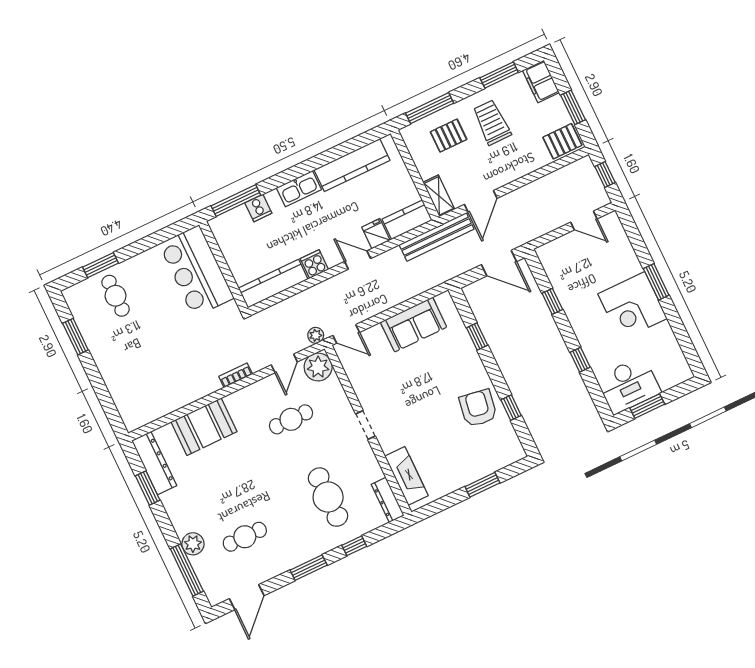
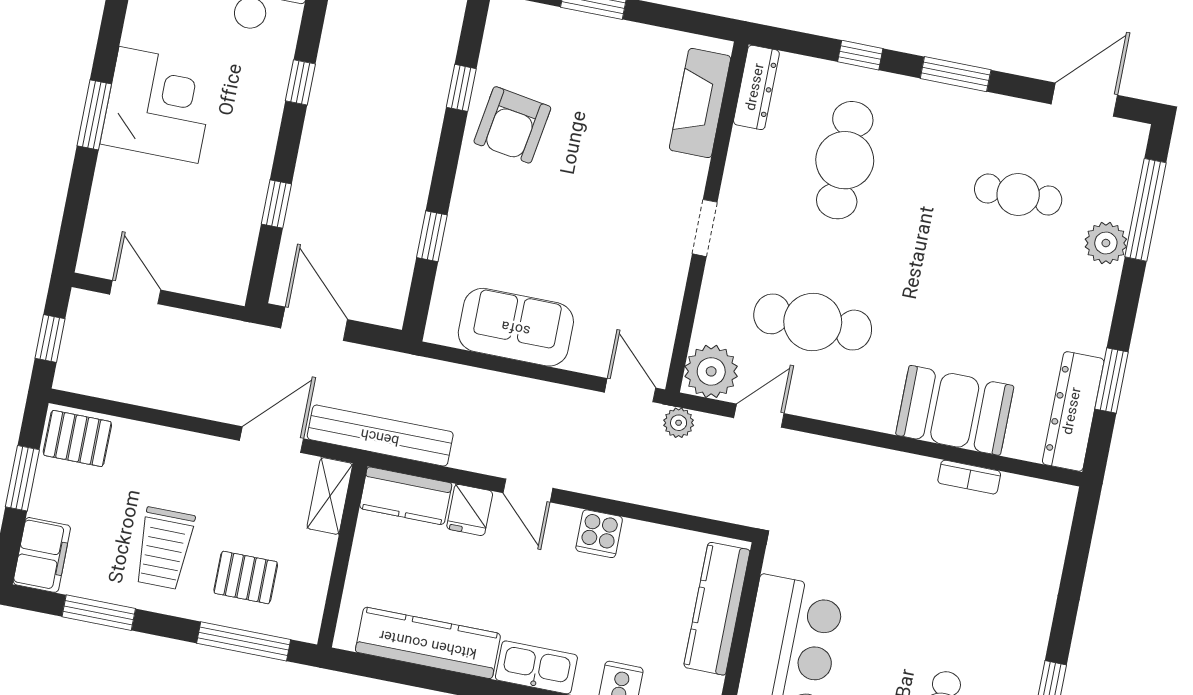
kitchen counter: (273, 284) -> (717, 609), moved, turned 90
bookcase: (236, 375) -> (969, 477), moved
cafe table: (291, 419) -> (813, 322), width x1.37, depth x1.35

